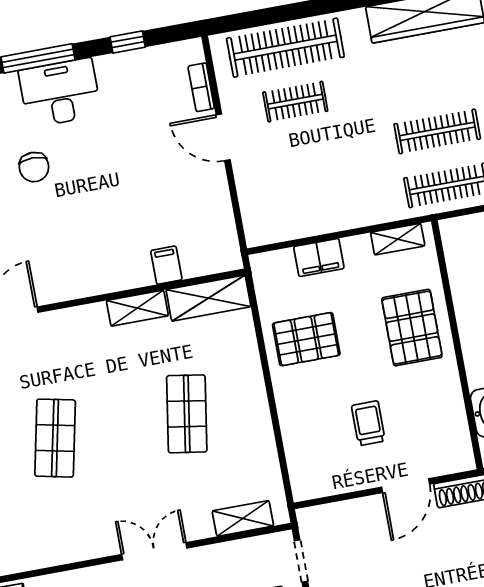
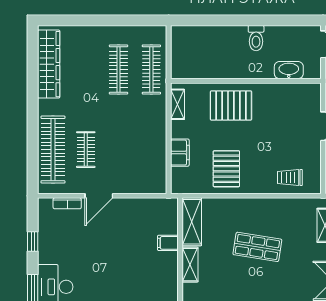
trolley: (368, 423) -> (290, 178), moved

